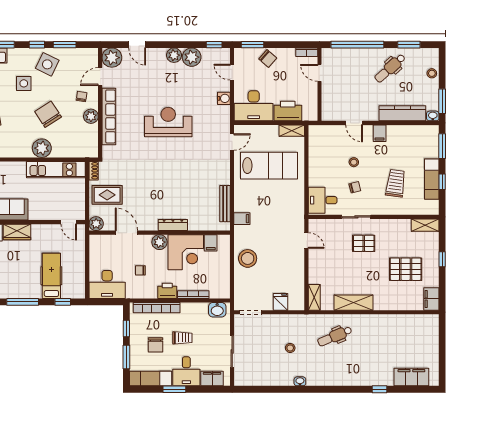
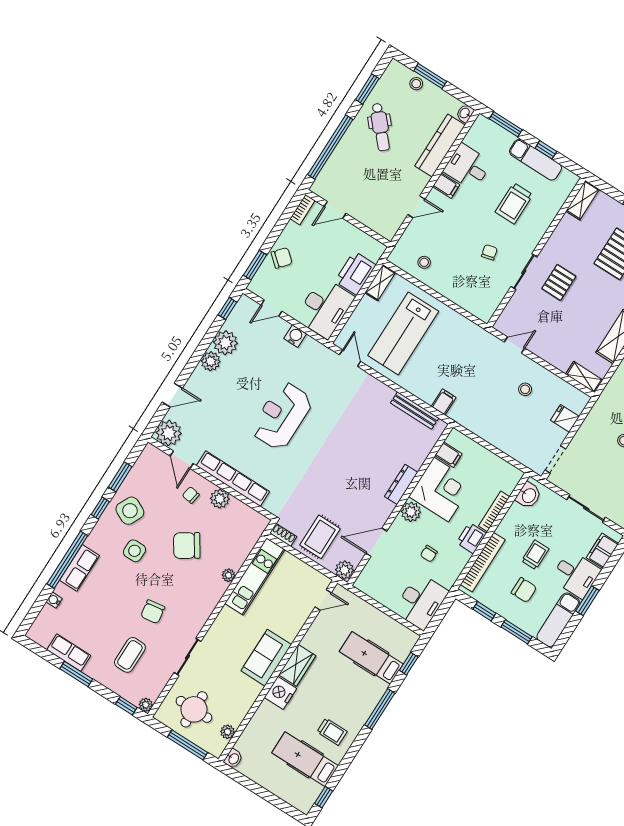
window: (442, 101) -> (430, 76), moved
plant: (42, 148) -> (229, 575), width x0.53, depth x0.53
stool: (354, 162) -> (424, 262), moved
lab bench: (269, 166) -> (403, 333), turned 180
trolley: (396, 183) -> (514, 203), turned -98
desk: (323, 200) -> (467, 167), moved, turned 90
stool: (248, 258) -> (525, 389), moved, width x0.53, depth x0.53

